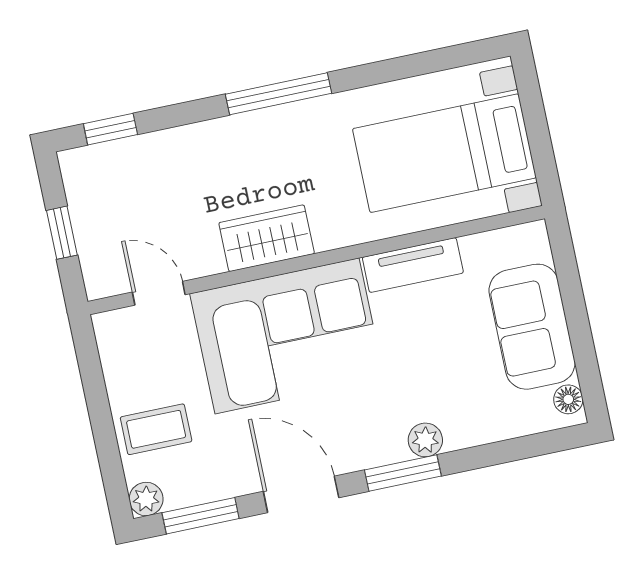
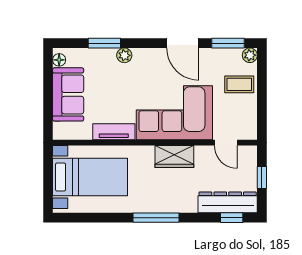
dresser: (126, 161) -> (228, 202), added
window: (403, 473) -> (104, 43), moved

